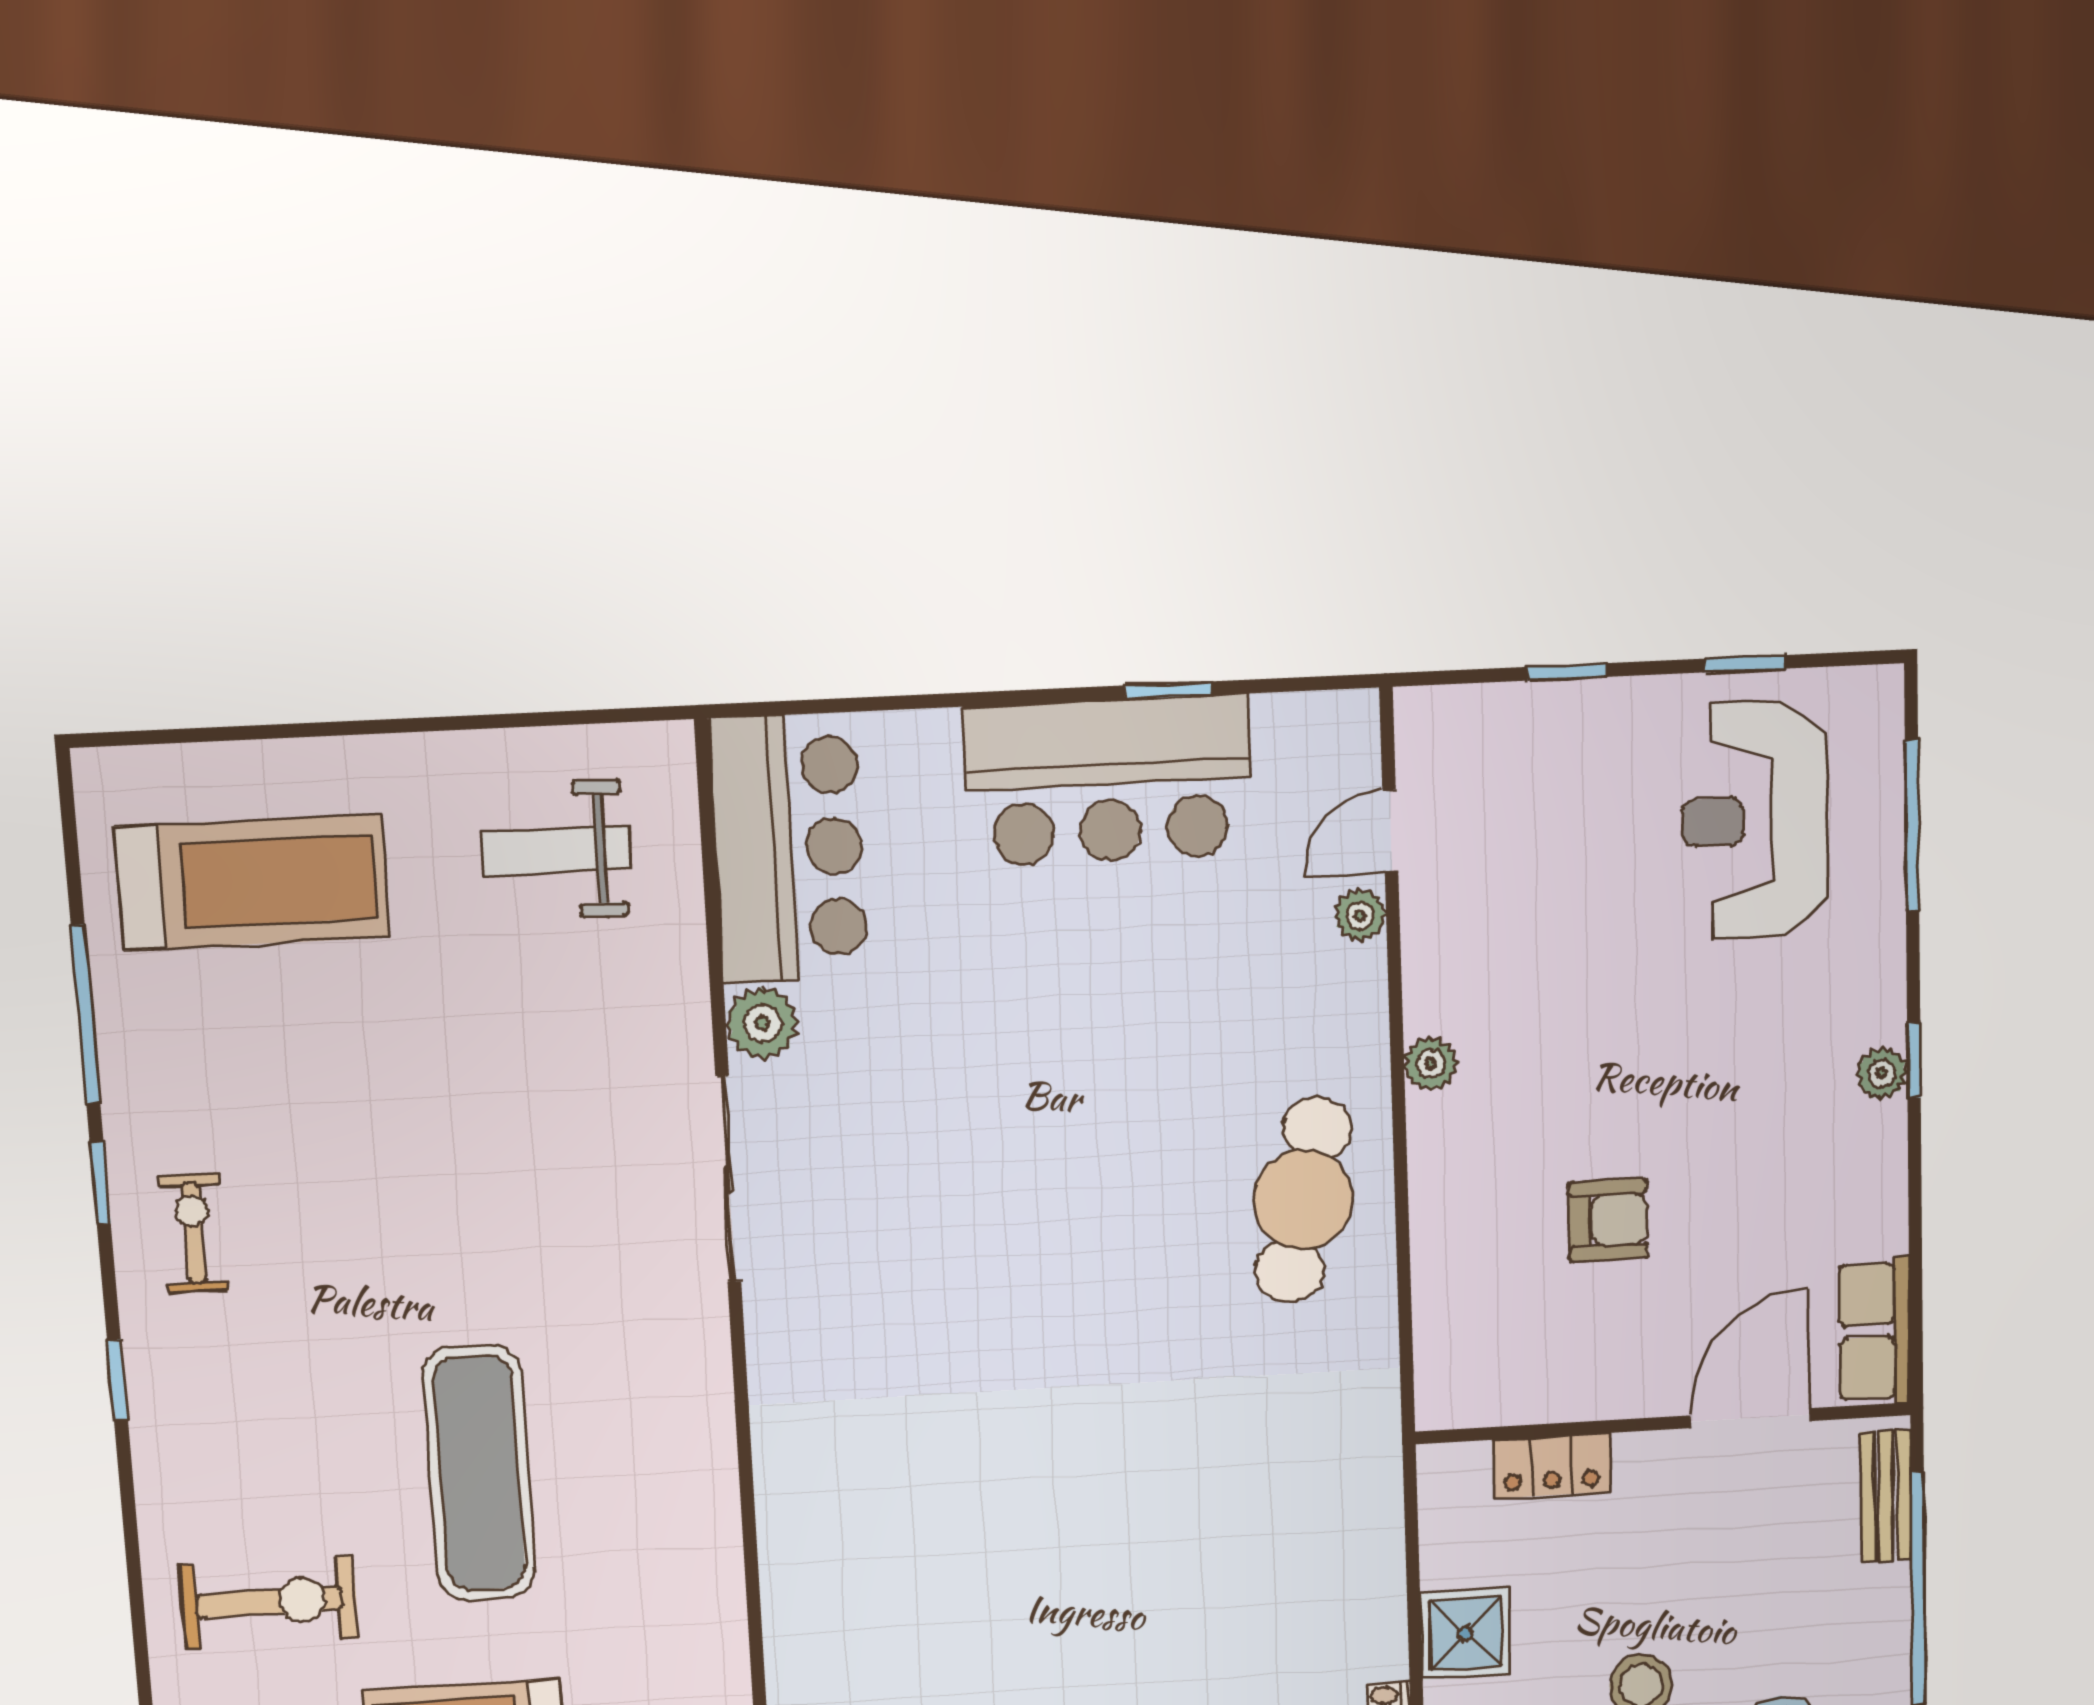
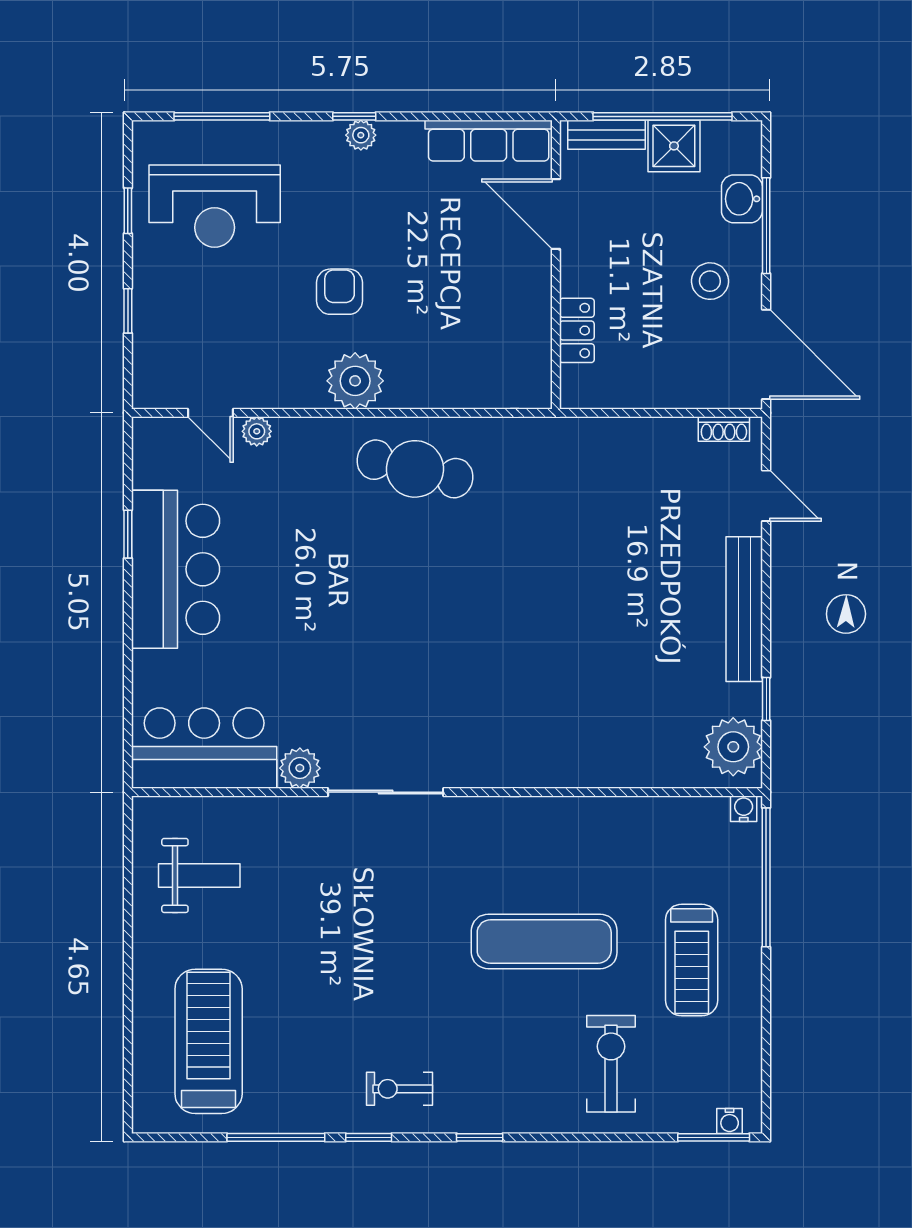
weight bench: (556, 851) -> (199, 875), turned -90
plant: (1430, 1064) -> (355, 381), width x1.88, depth x1.88
armchair: (1608, 1220) -> (340, 292), moved
row of seats: (1875, 1331) -> (489, 141), width x1.48
shower: (1465, 1634) -> (674, 146), moved

